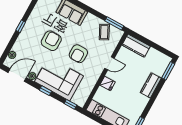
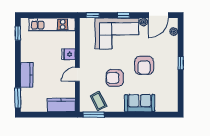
armchair: (78, 54) -> (115, 78), moved, turned -90

